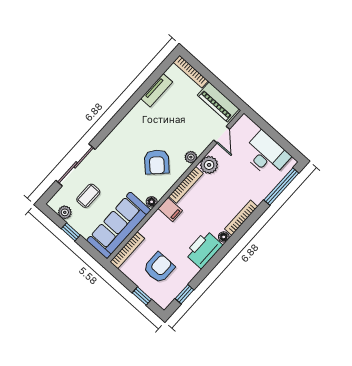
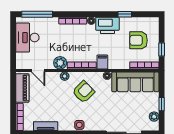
side table: (126, 127) -> (79, 125), added
door: (222, 135) -> (38, 71), swing flipped
coffee table: (88, 196) -> (134, 112), removed
window: (184, 294) -> (125, 14), moved
window: (142, 296) -> (162, 50), moved

